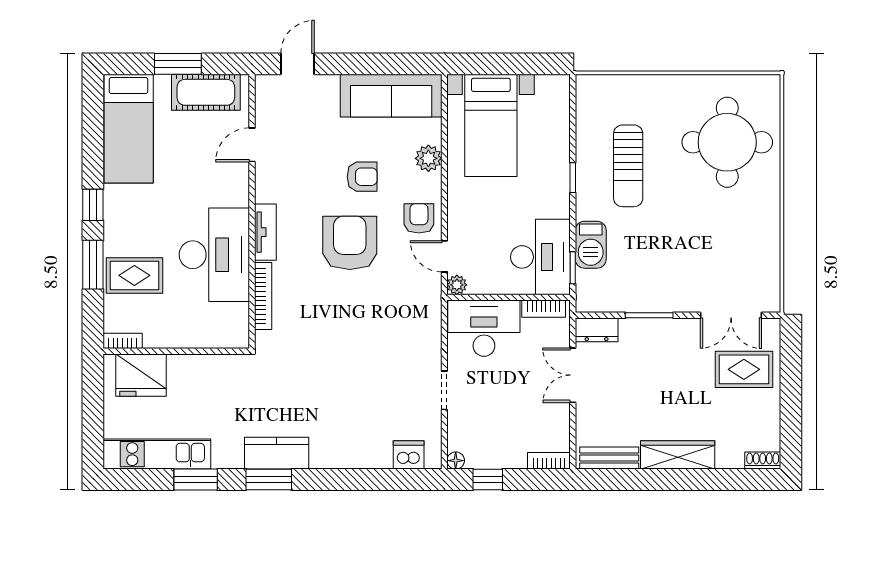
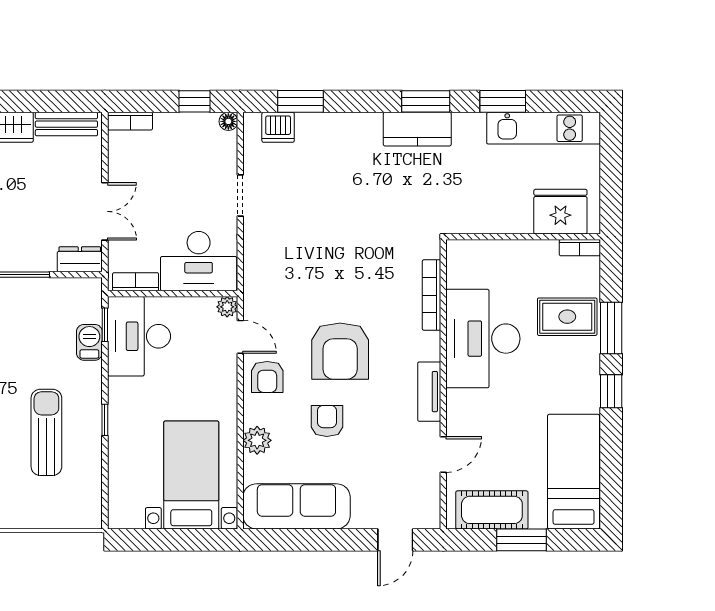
armchair: (362, 177) -> (327, 421), turned 90
tv unit: (265, 232) -> (429, 392), moved
barbecue: (591, 245) -> (89, 342), width x0.73, depth x0.79
window: (387, 480) -> (301, 101), added

